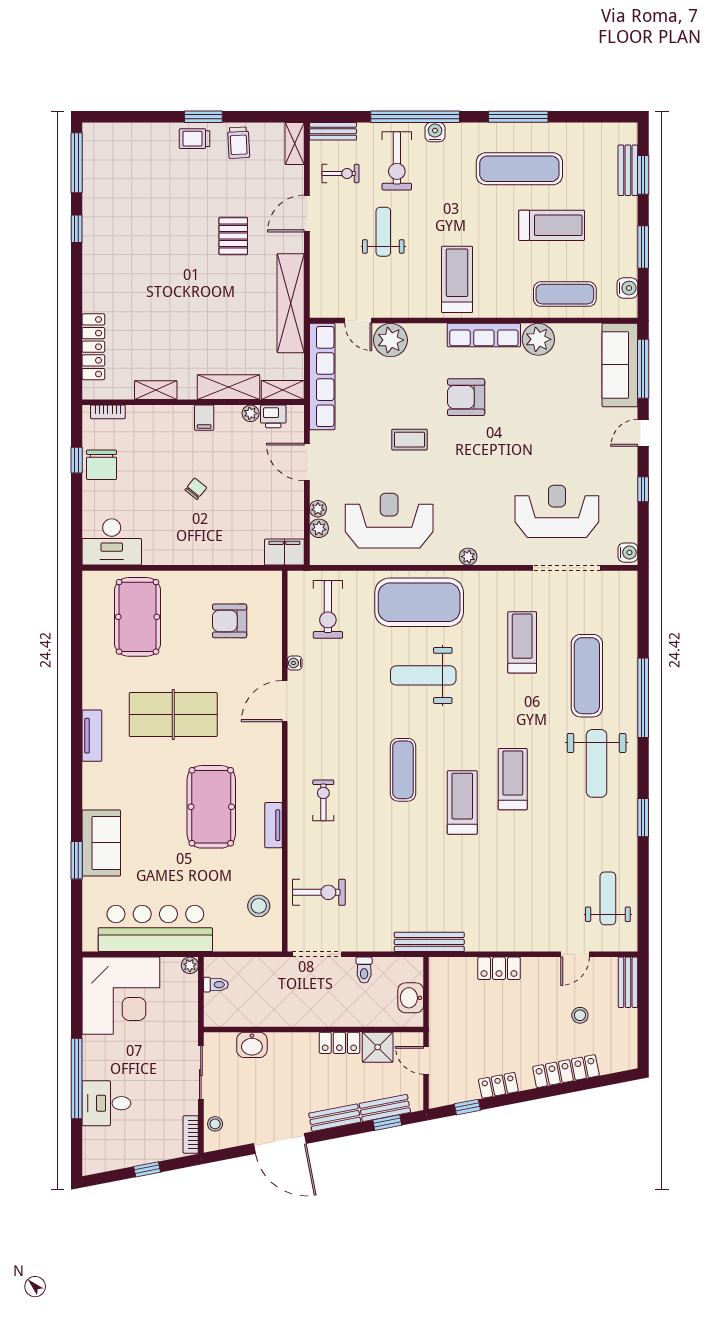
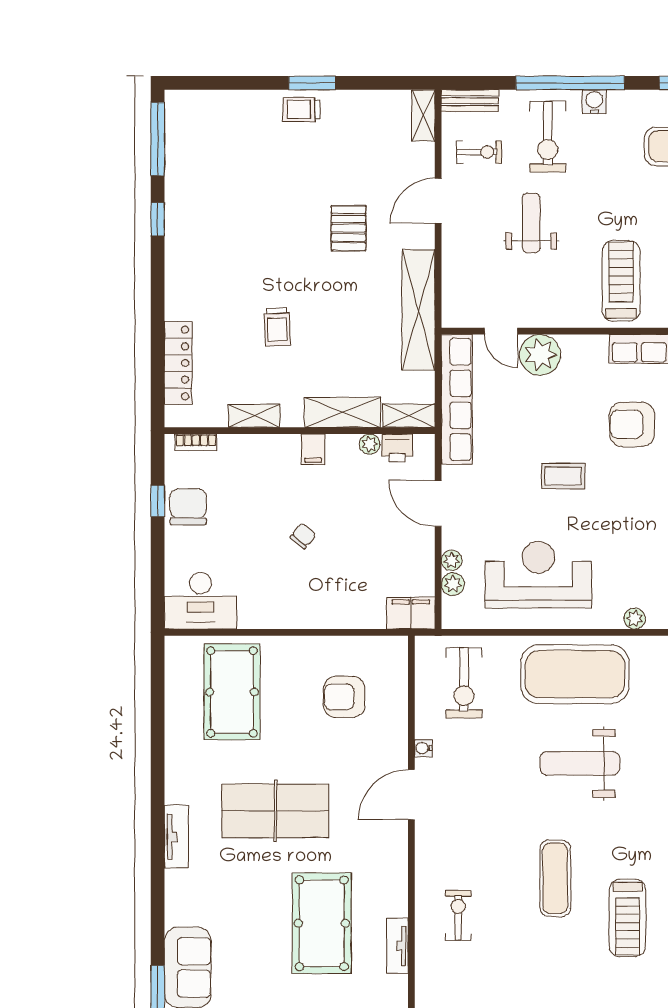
trolley: (239, 143) -> (277, 327), moved
chair: (102, 465) -> (188, 507), turned 180
treadmill: (462, 802) -> (627, 918), turned 180

